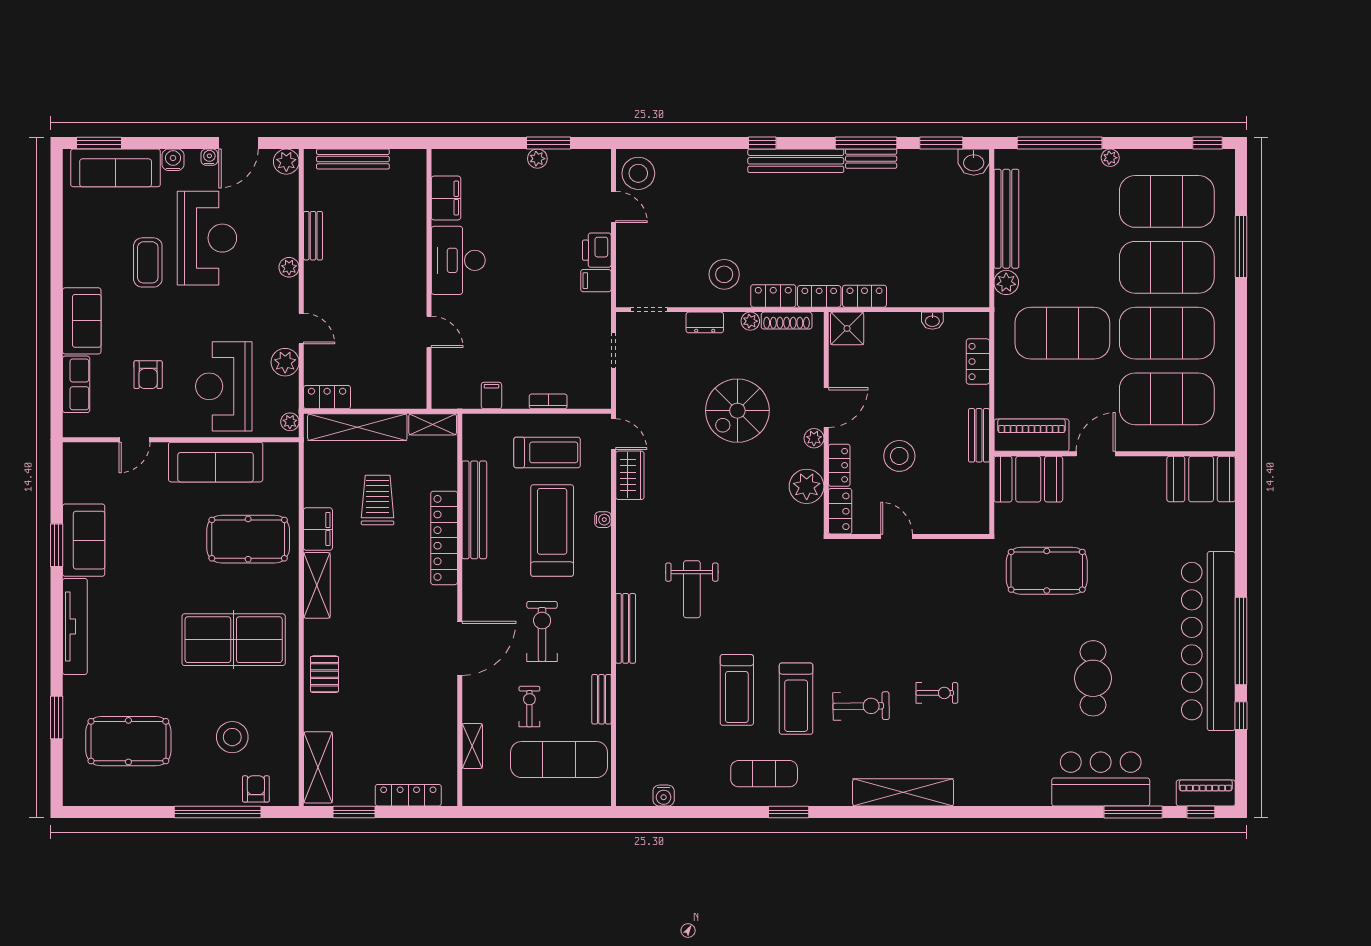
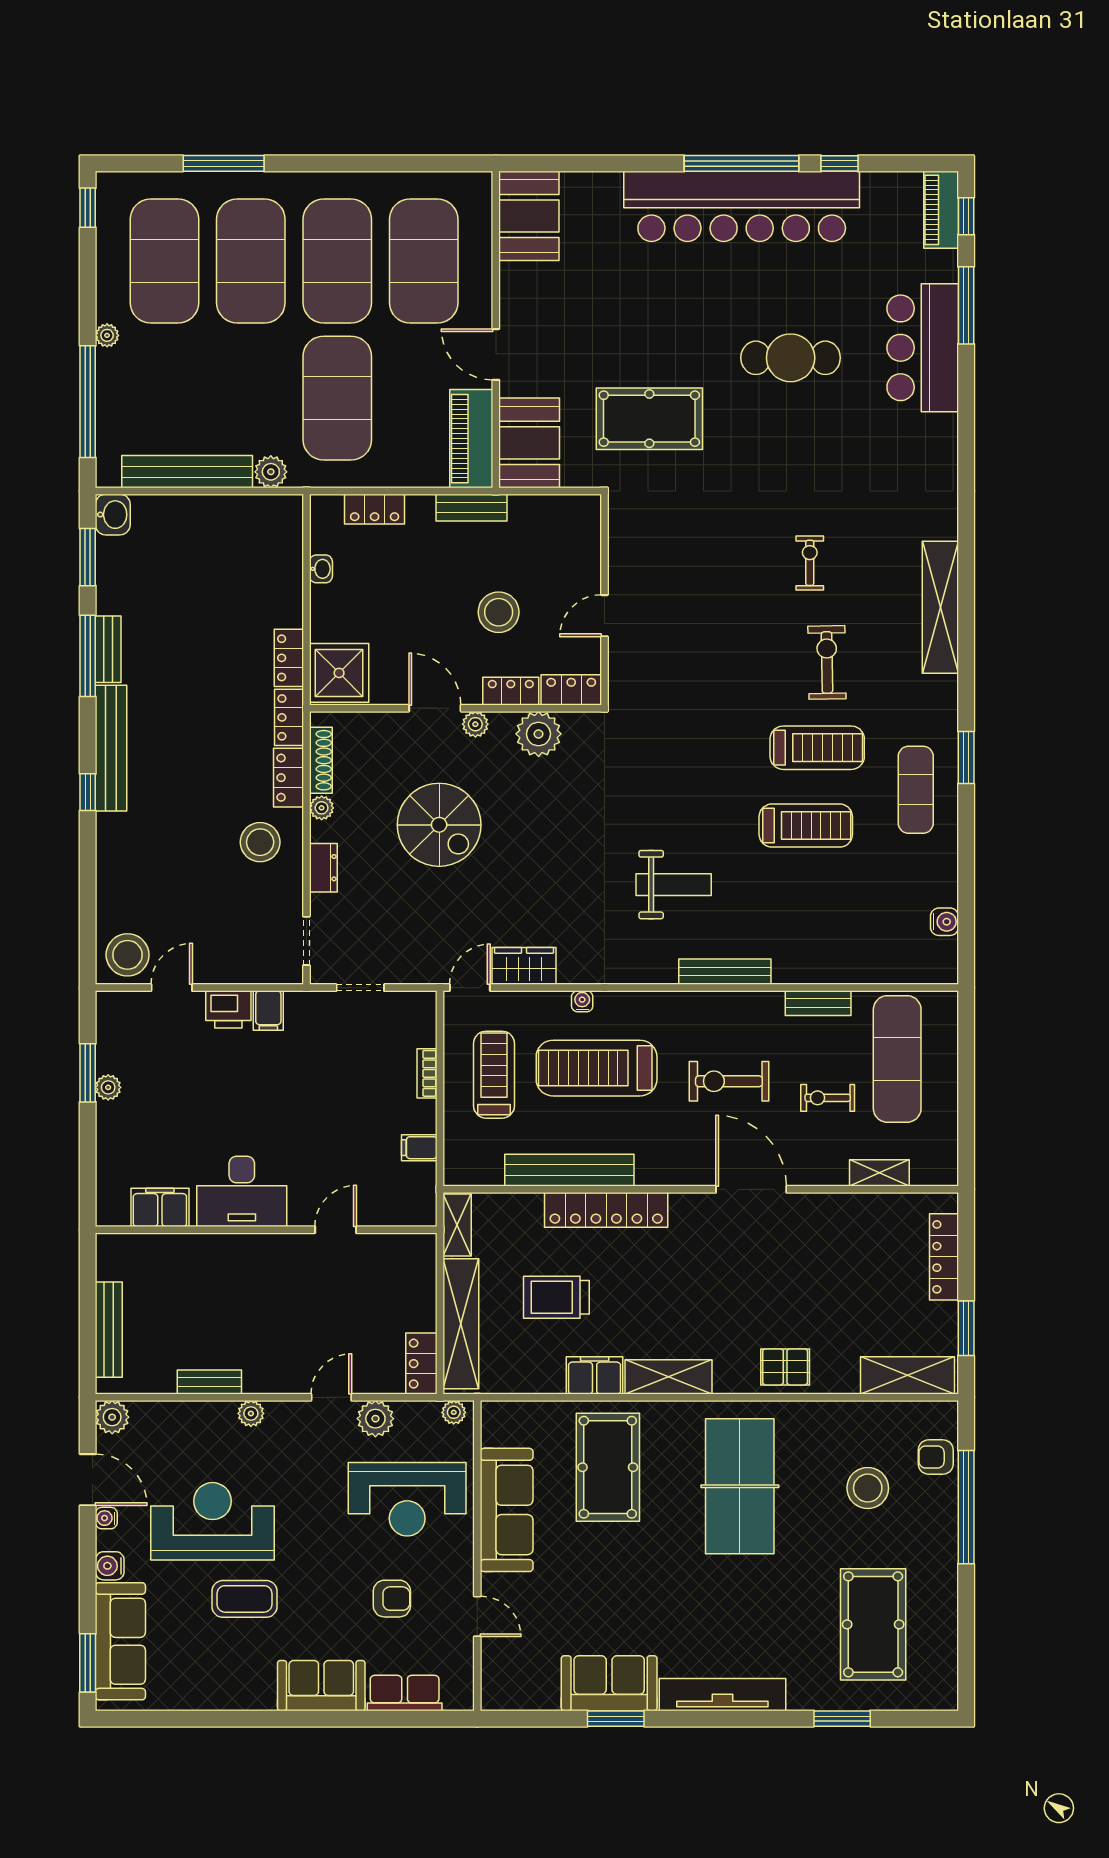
shower: (847, 328) -> (339, 673), width x1.36, depth x1.36
pool table: (1047, 571) -> (649, 419), turned 90

